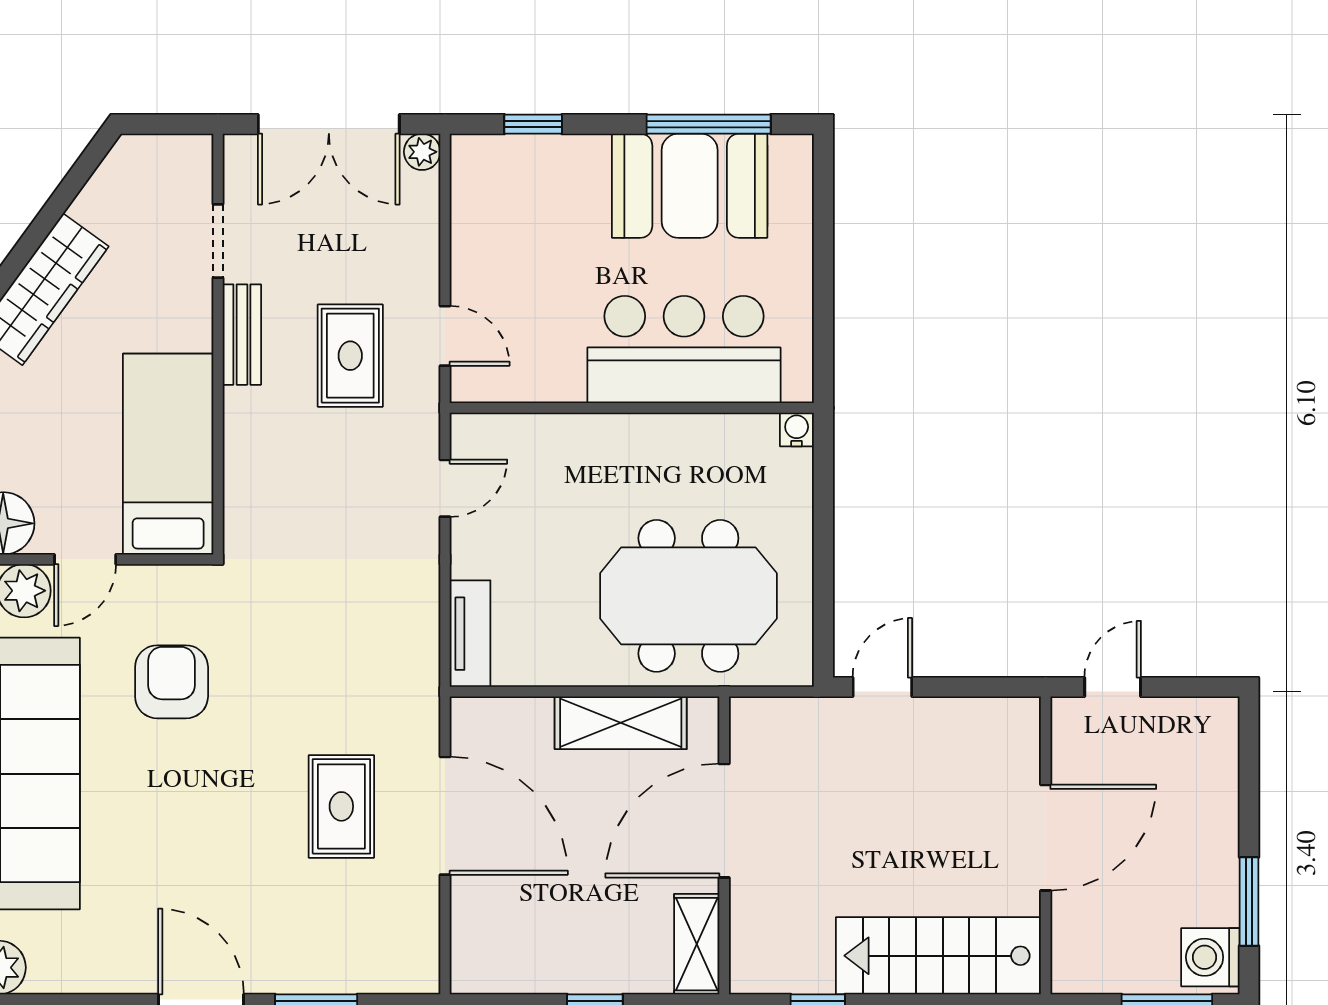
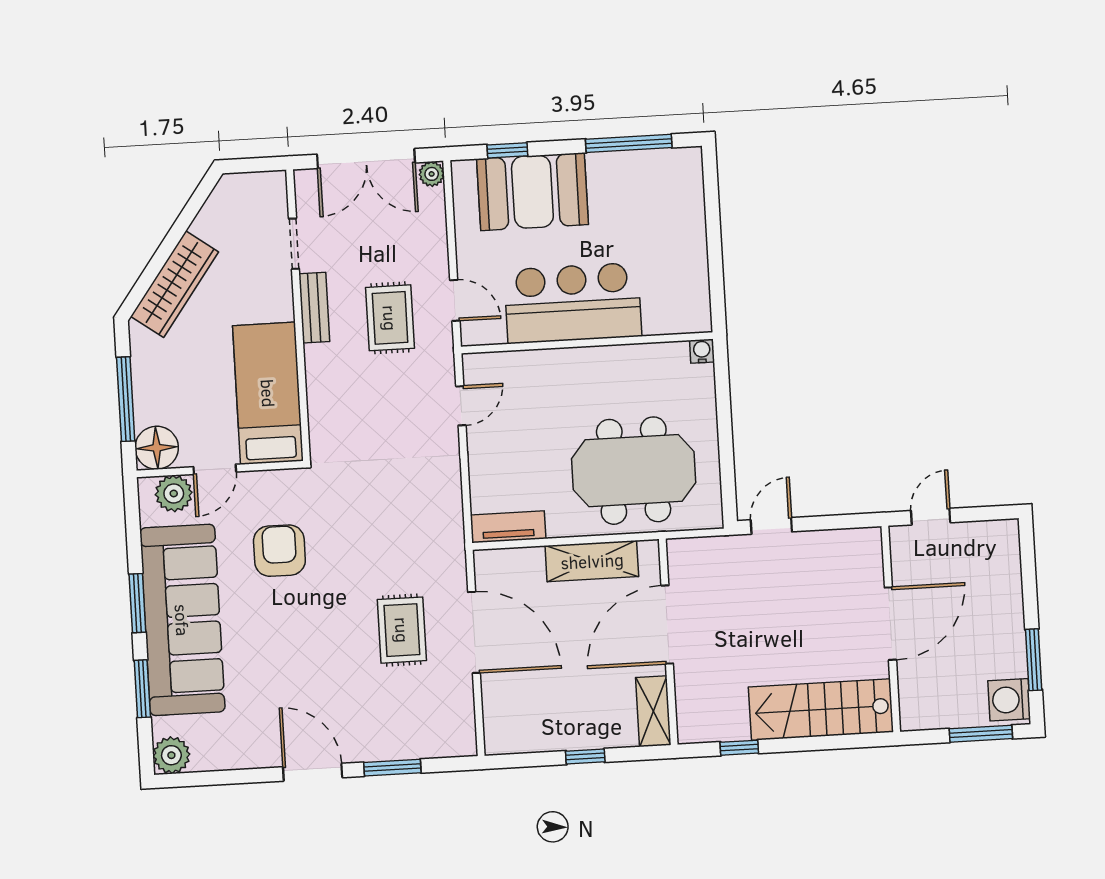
booth: (690, 186) -> (532, 192), moved
bar counter: (684, 350) -> (573, 303), moved
tv unit: (470, 634) -> (508, 527), moved, turned -90

